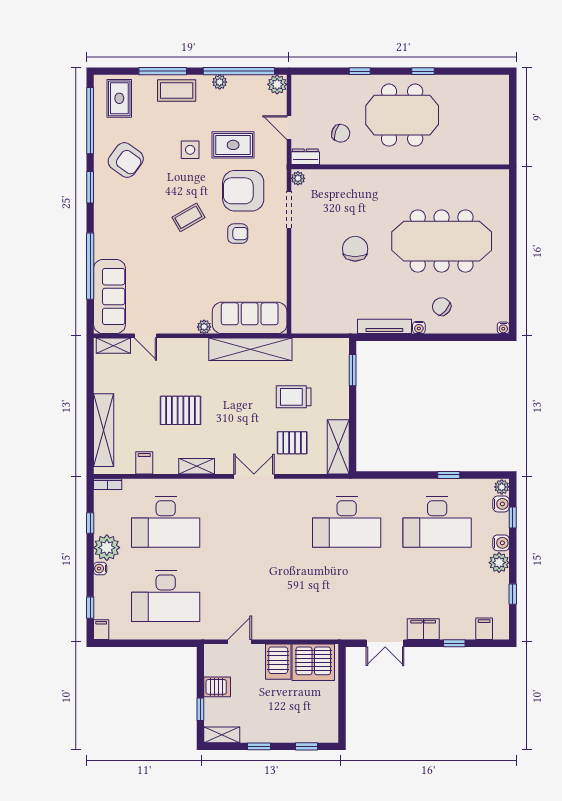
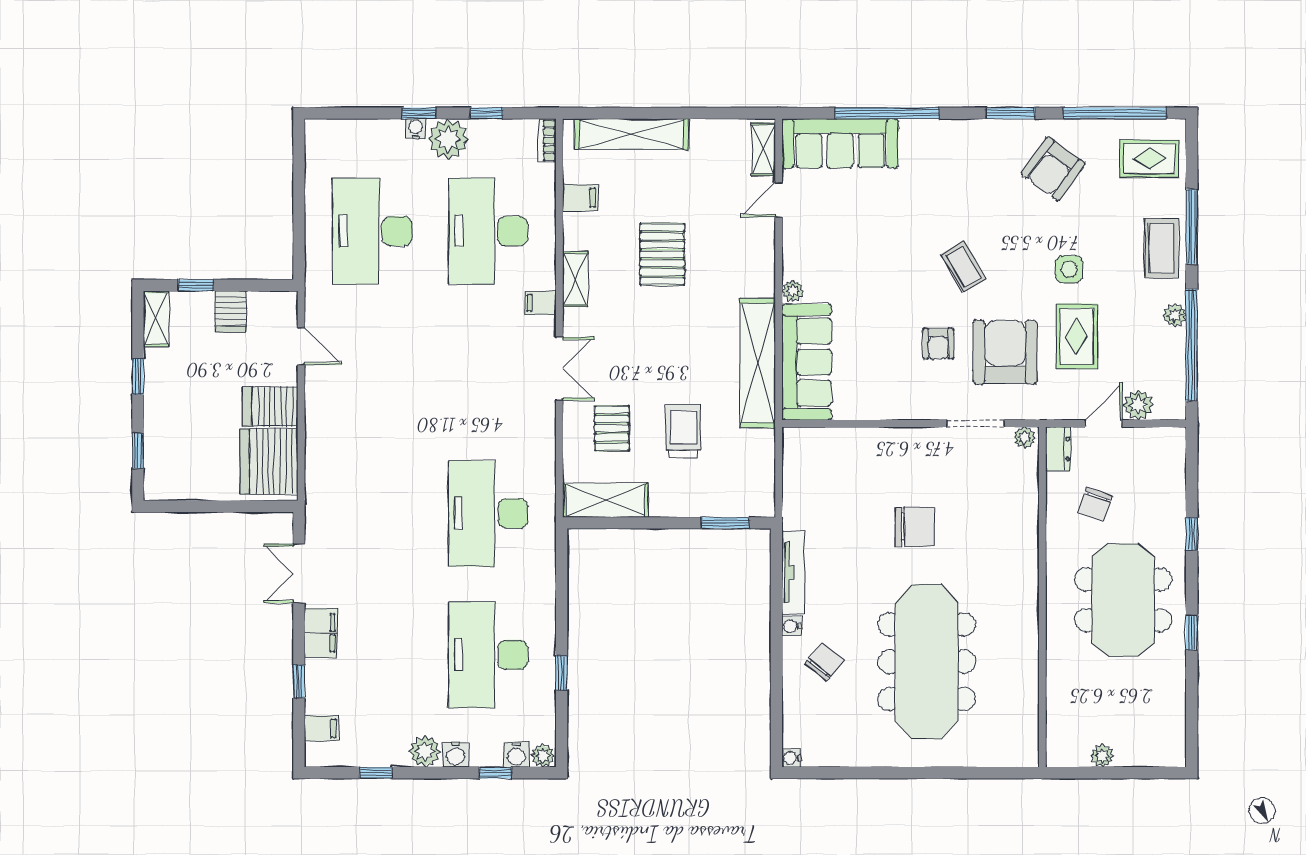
plant: (277, 84) -> (1138, 405), moved
plant: (502, 128) -> (1102, 756), added
window: (90, 608) -> (419, 113), moved
filing cabinet: (101, 630) -> (540, 303), moved, turned 180

